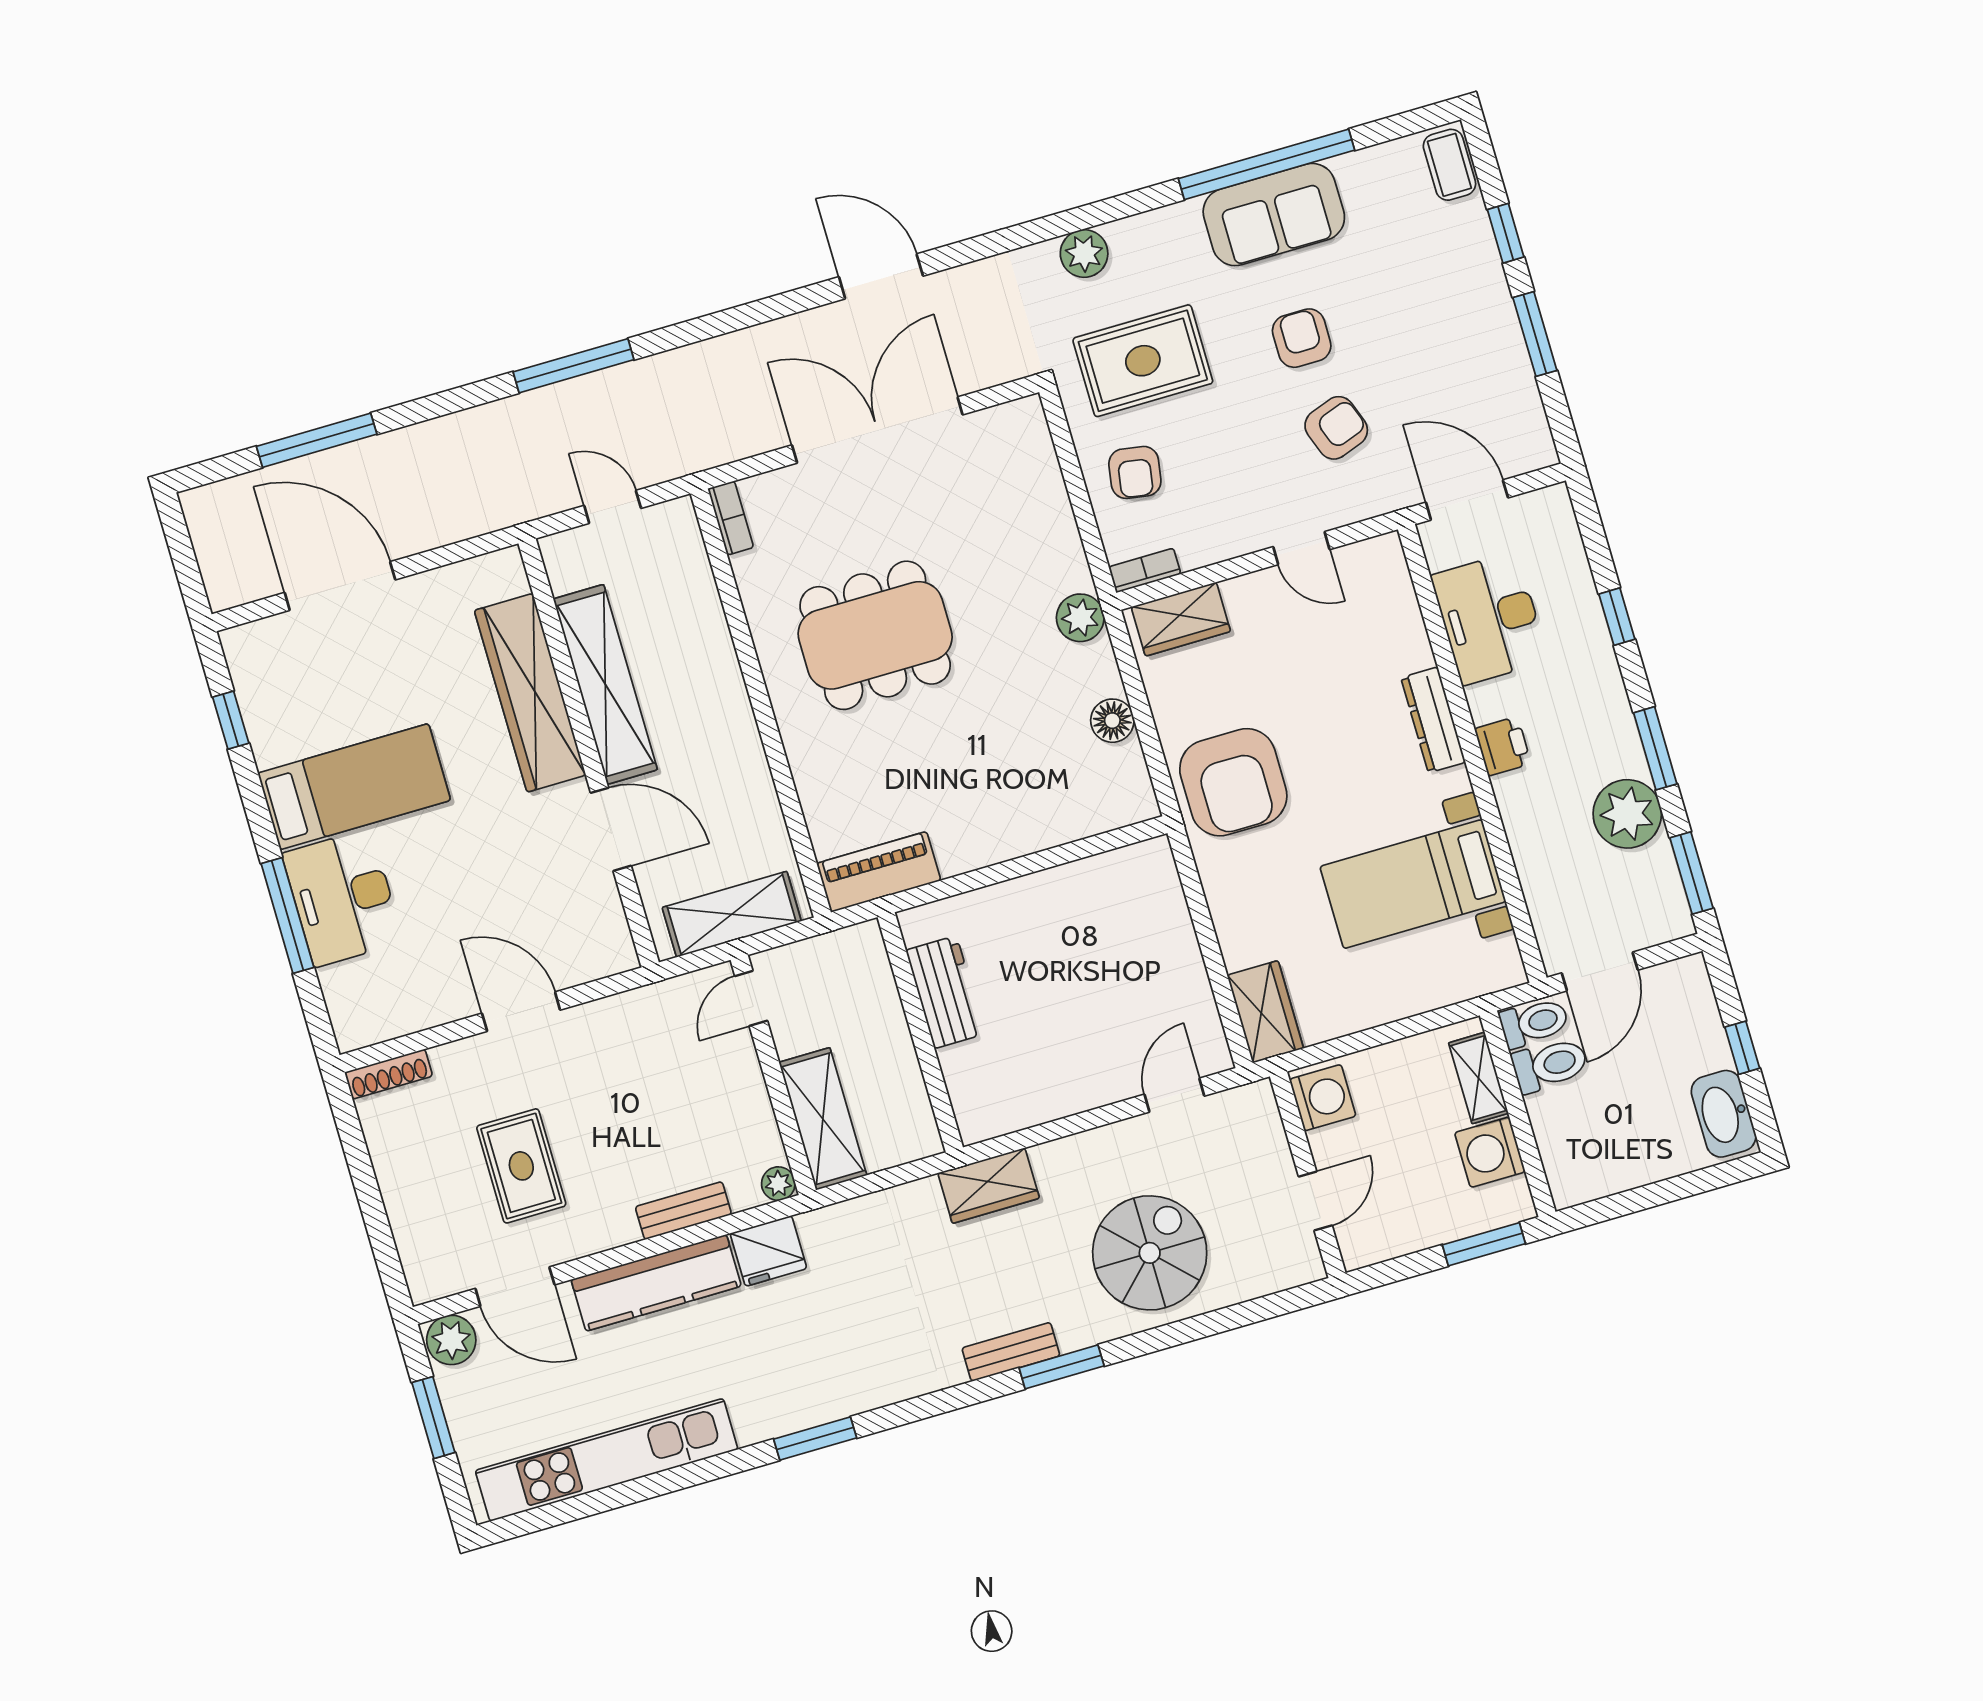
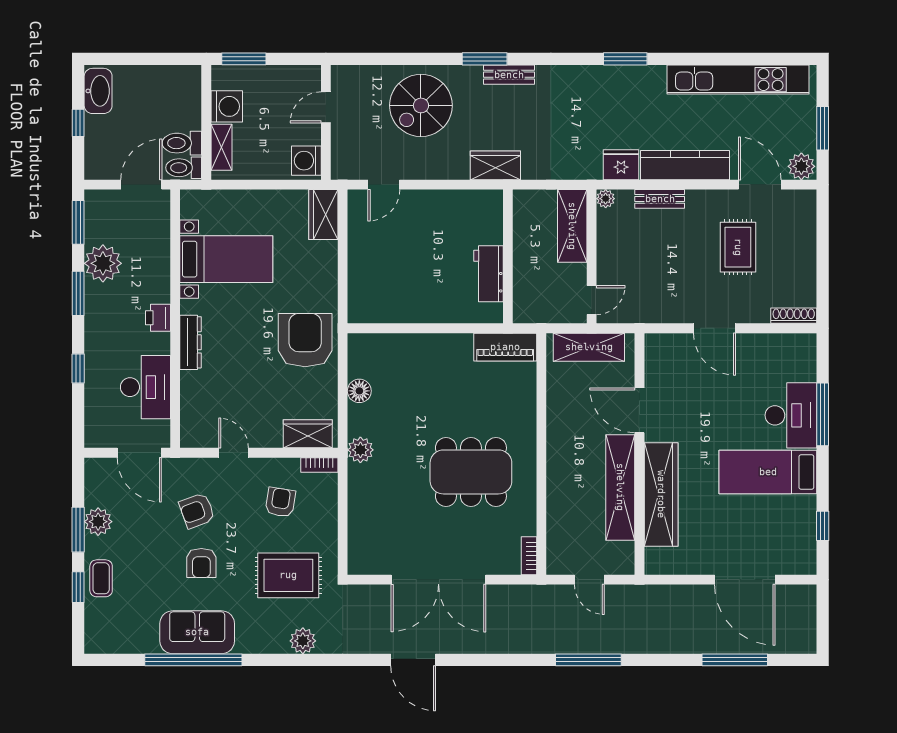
coffee table: (1449, 165) -> (101, 578), moved
plant: (1504, 358) -> (98, 522), added
armchair: (1135, 472) -> (280, 502), moved

